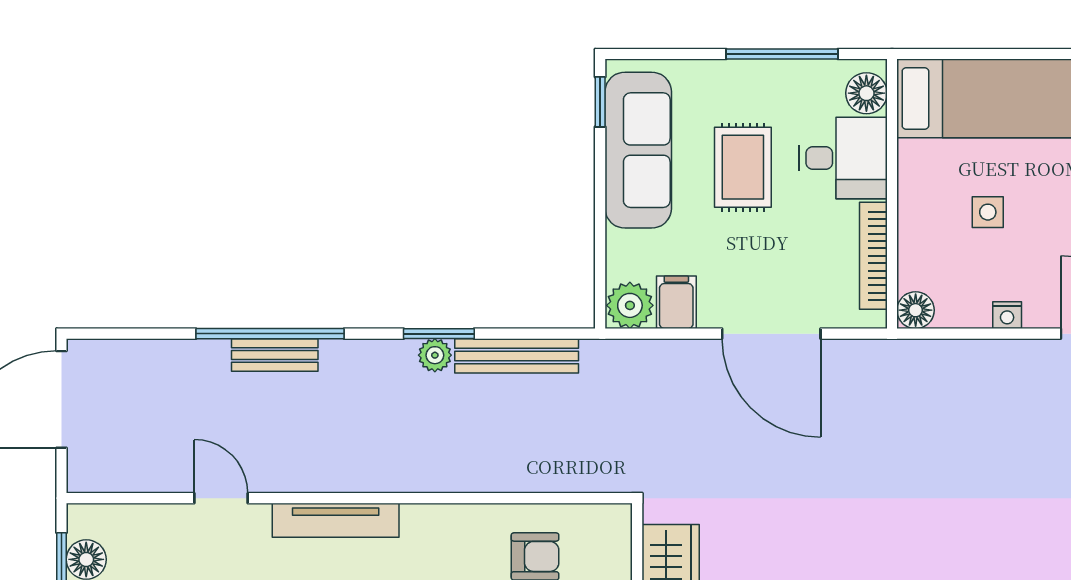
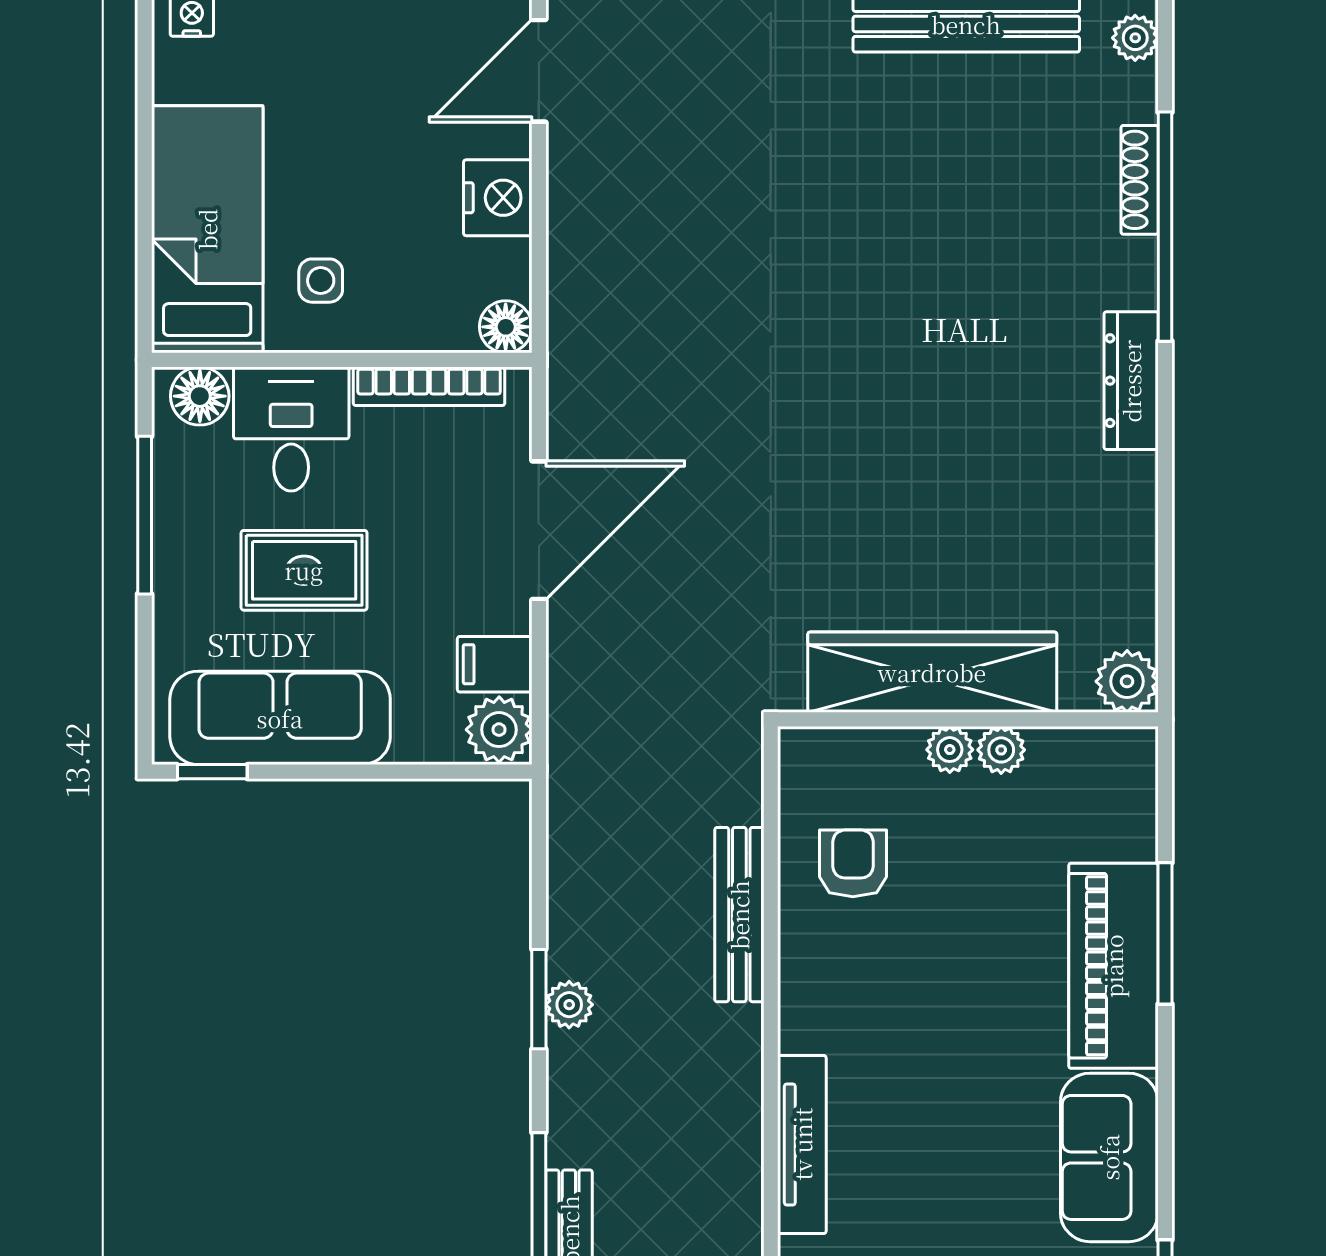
side table: (988, 212) -> (321, 281), moved
nightstand: (1007, 315) -> (498, 198), width x1.89, depth x1.79
bench: (517, 356) -> (739, 915), moved

